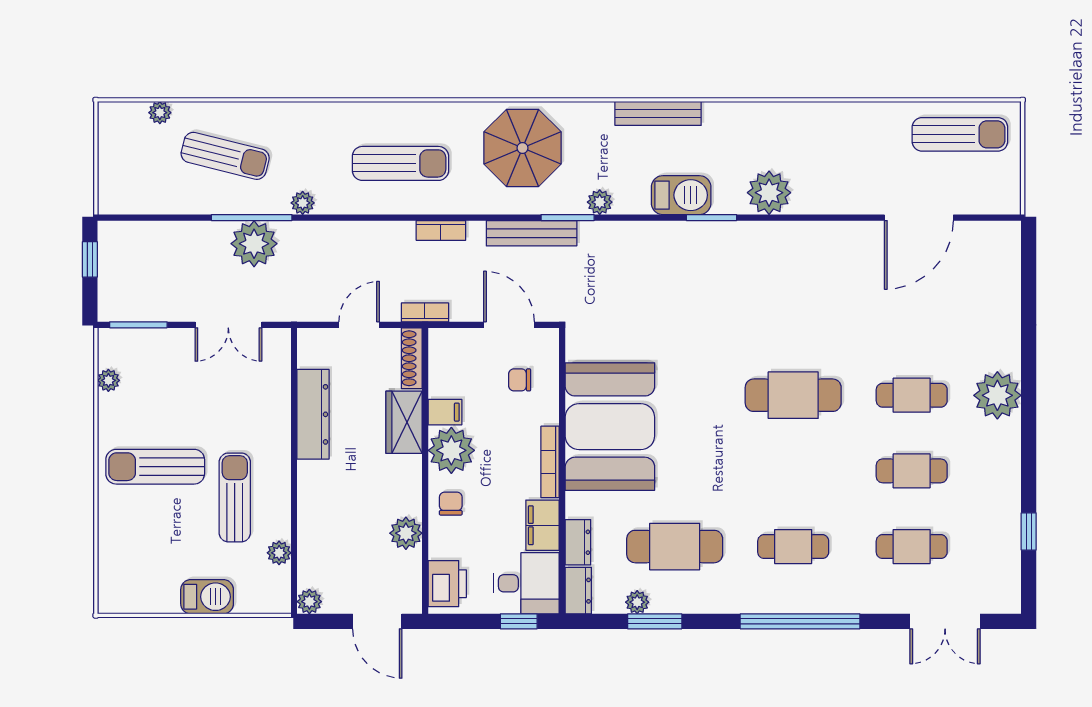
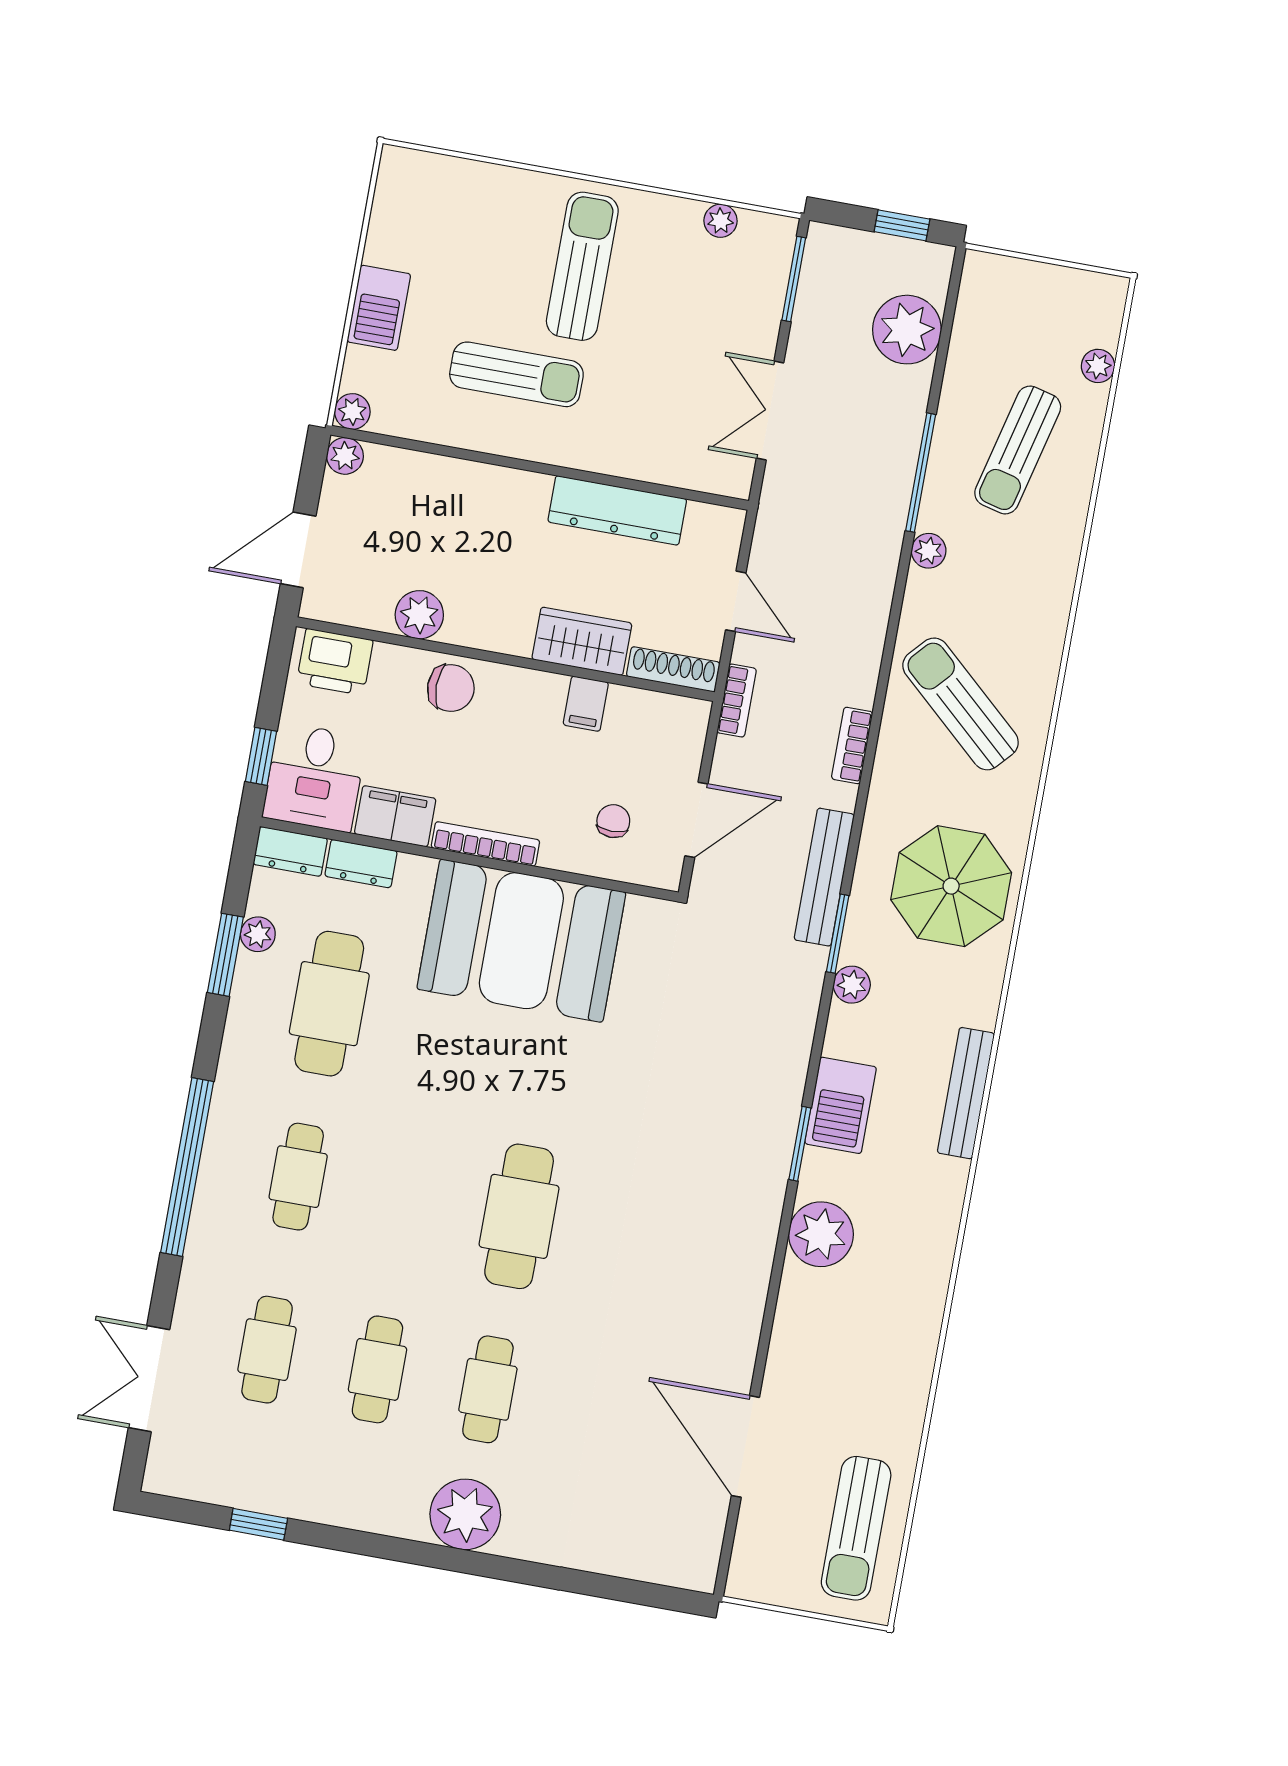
sun lounger: (400, 163) -> (961, 704), turned 132
plant: (254, 244) -> (907, 330), moved
plant: (451, 450) -> (528, 703), removed
chair: (451, 504) -> (451, 688), width x1.37, depth x1.37
plant: (279, 553) -> (352, 412), moved

